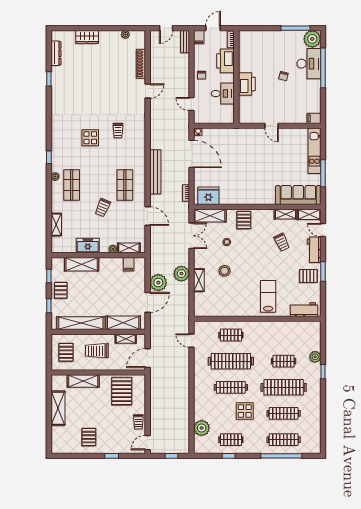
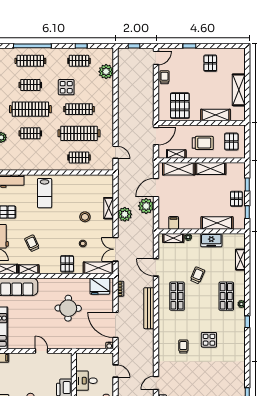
round table: (243, 172) -> (68, 308), added
shelving: (81, 323) -> (211, 168), width x0.68
clothes rail: (284, 413) -> (30, 85), width x0.73

